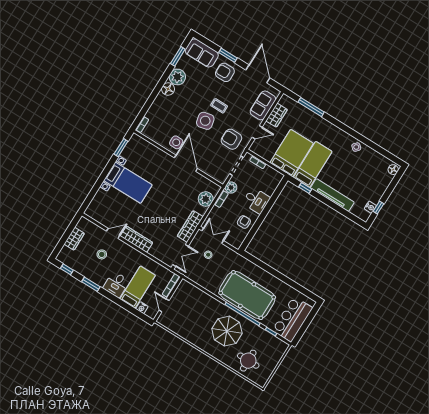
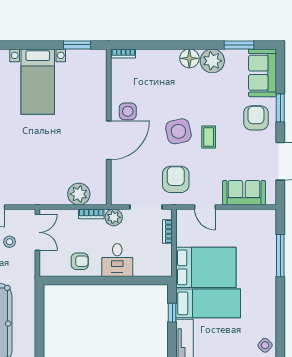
wardrobe: (277, 115) -> (242, 218), removed
wardrobe: (190, 226) -> (31, 196), removed

